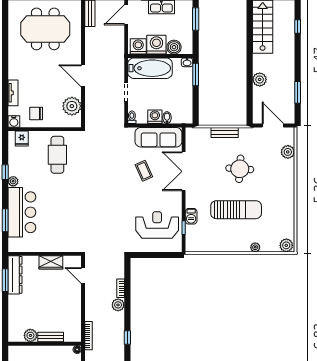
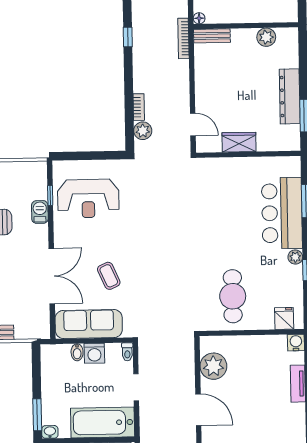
chair: (36, 114) -> (264, 355), removed
dresser: (15, 275) -> (290, 96), moved
plant: (118, 305) -> (143, 131), moved
bench: (51, 337) -> (212, 36), moved

